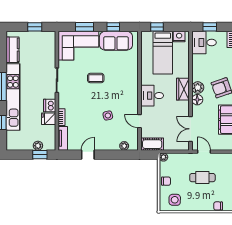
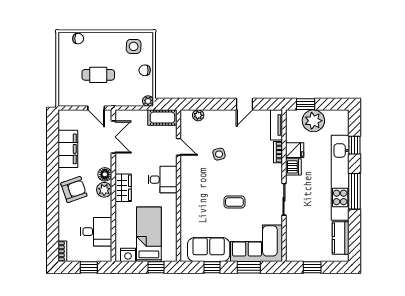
desk: (204, 43) -> (96, 232), moved
plant: (38, 146) -> (313, 121), width x1.88, depth x1.88

